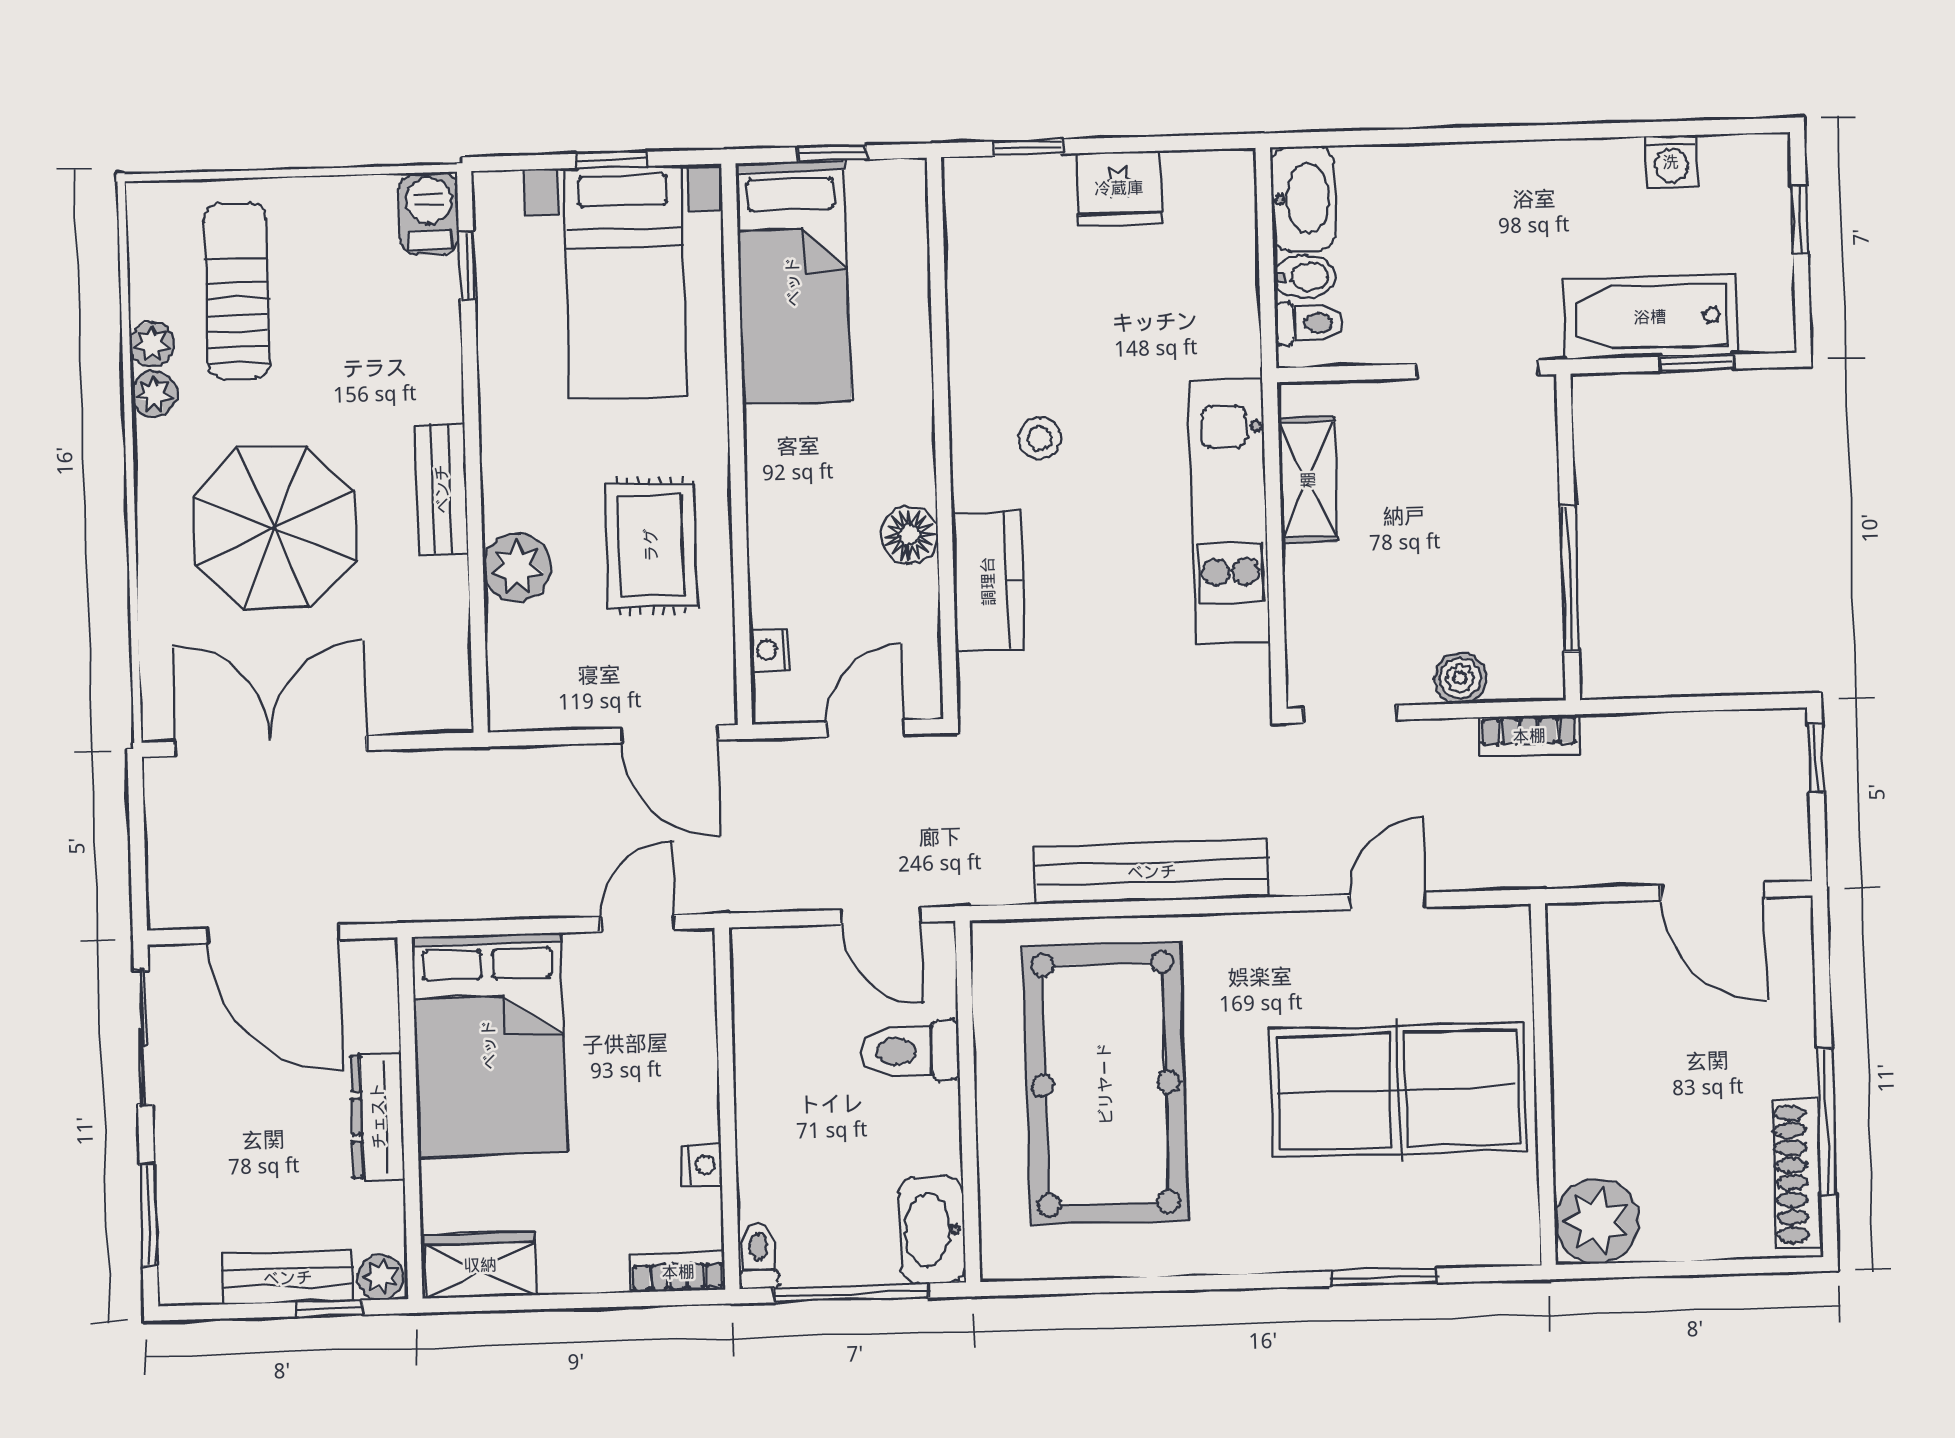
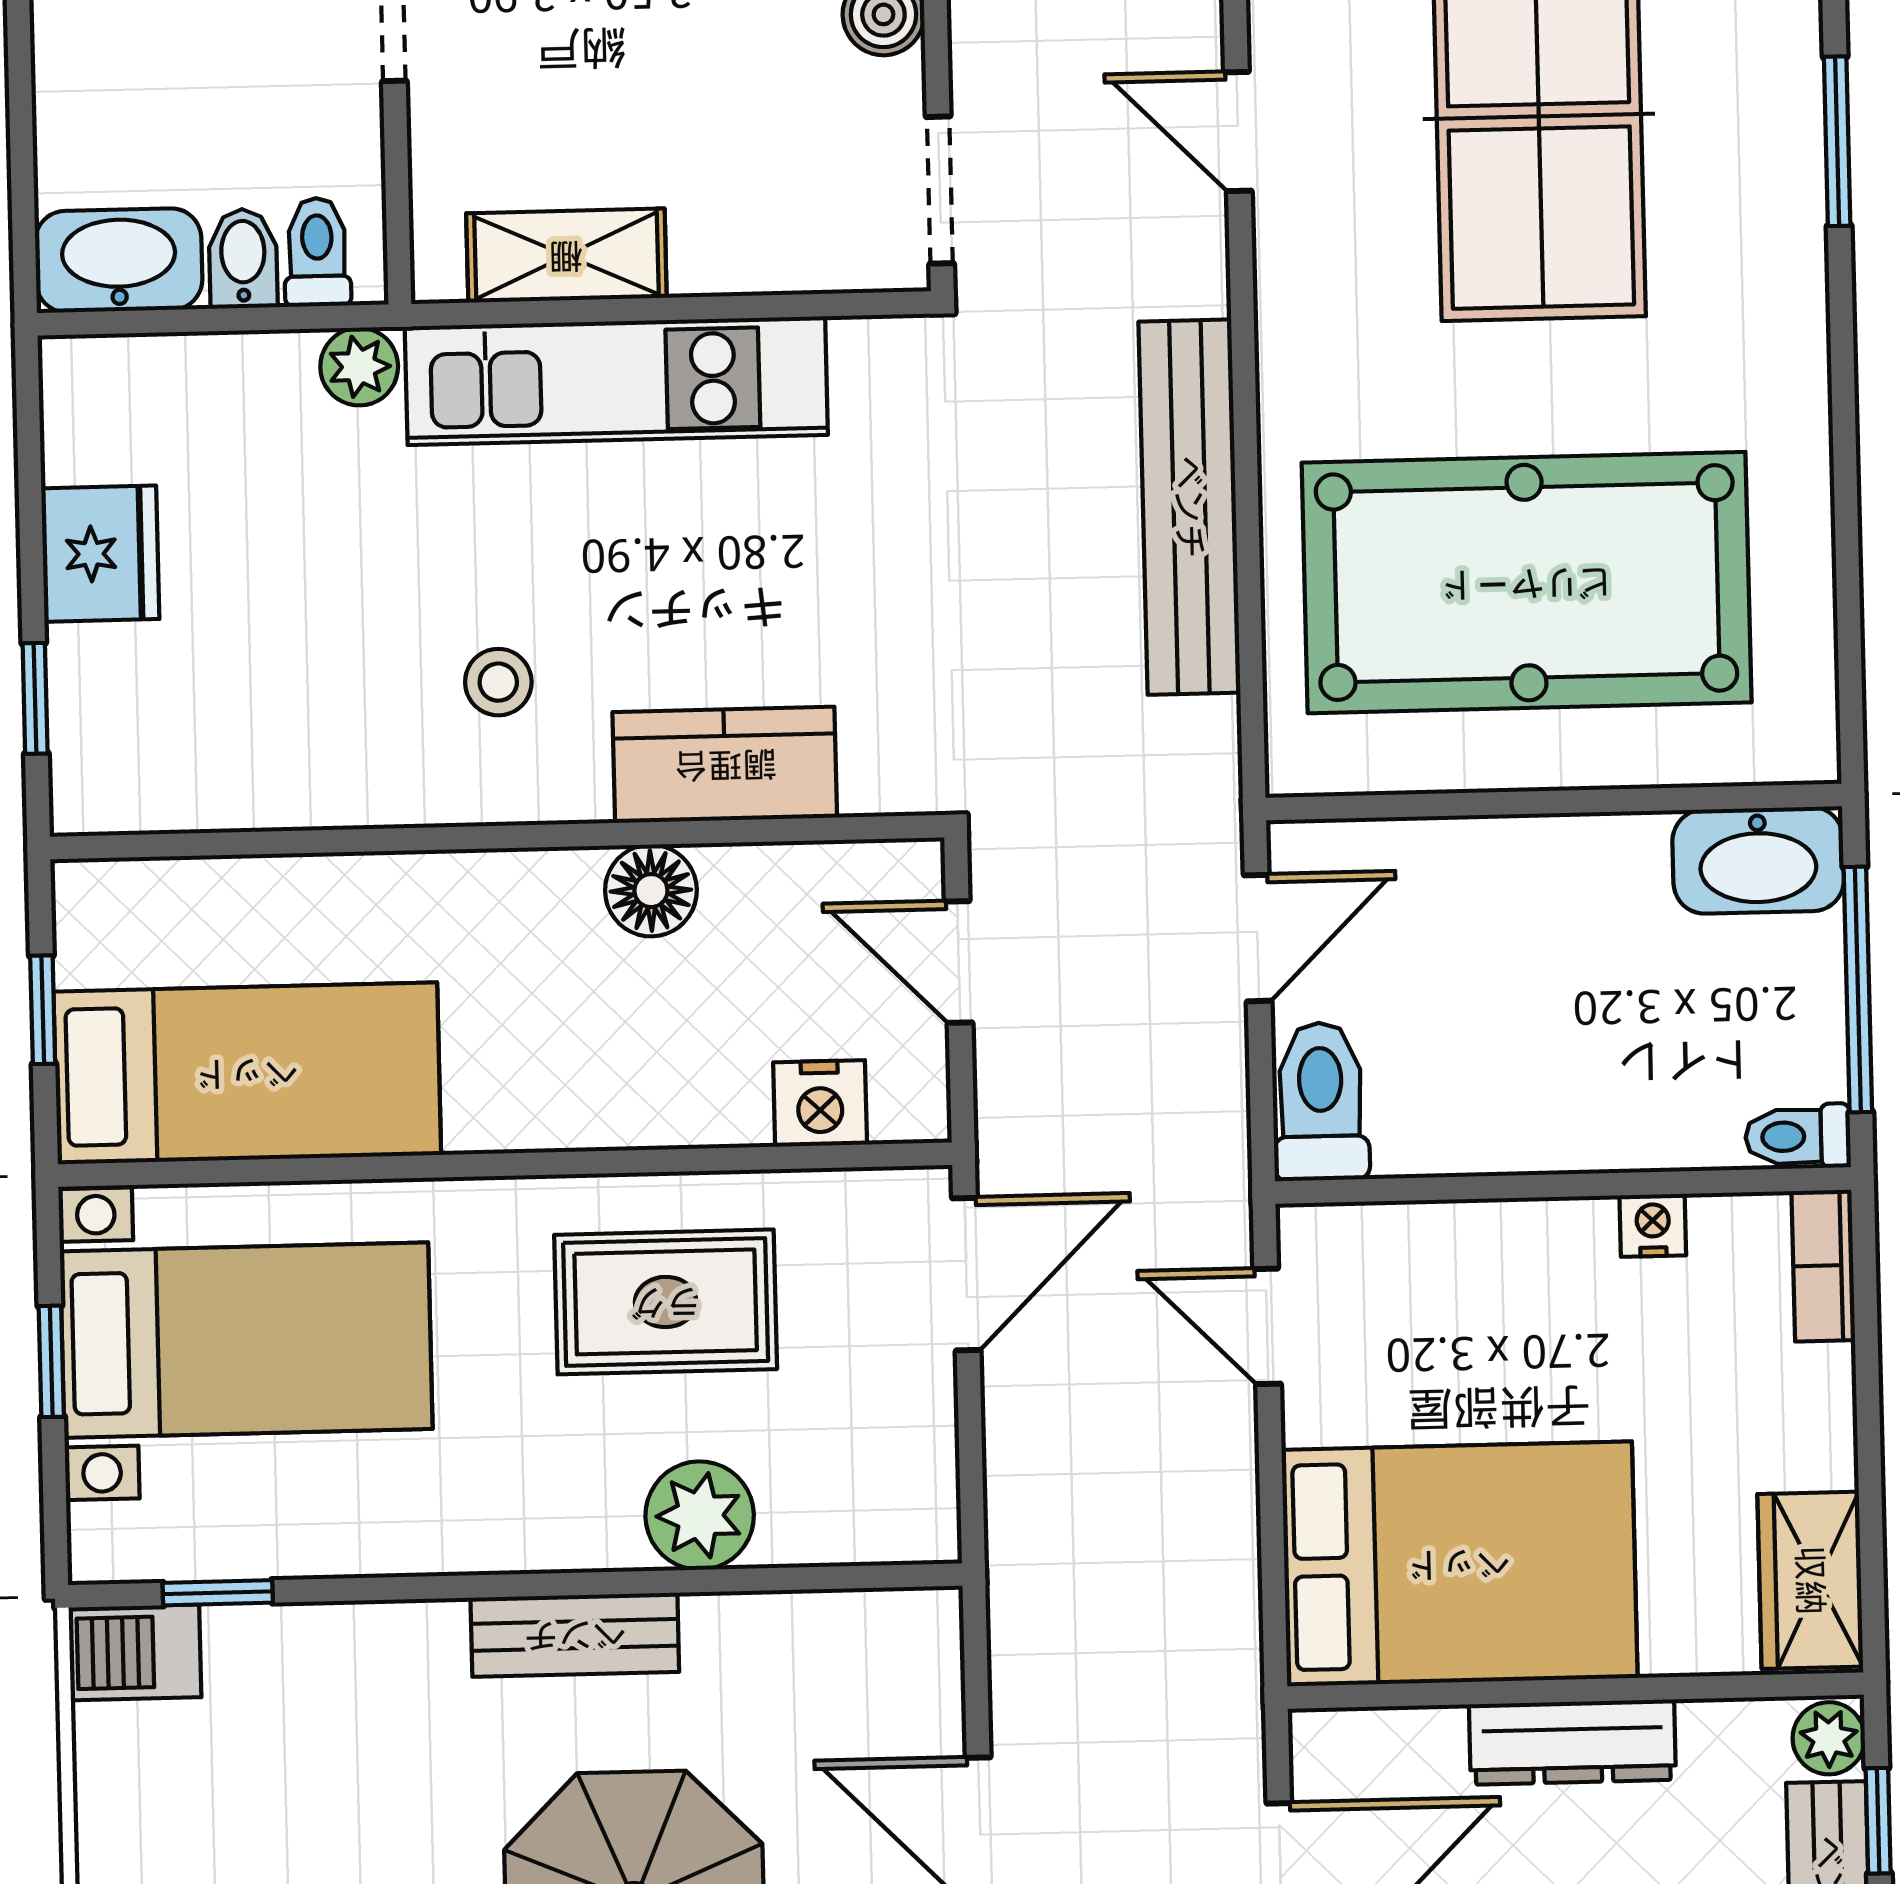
plant: (1237, 350) -> (359, 367), added
nightstand: (769, 650) -> (820, 1103), width x1.39, depth x1.35
toilet: (910, 1051) -> (1321, 1101), moved, turned 180

